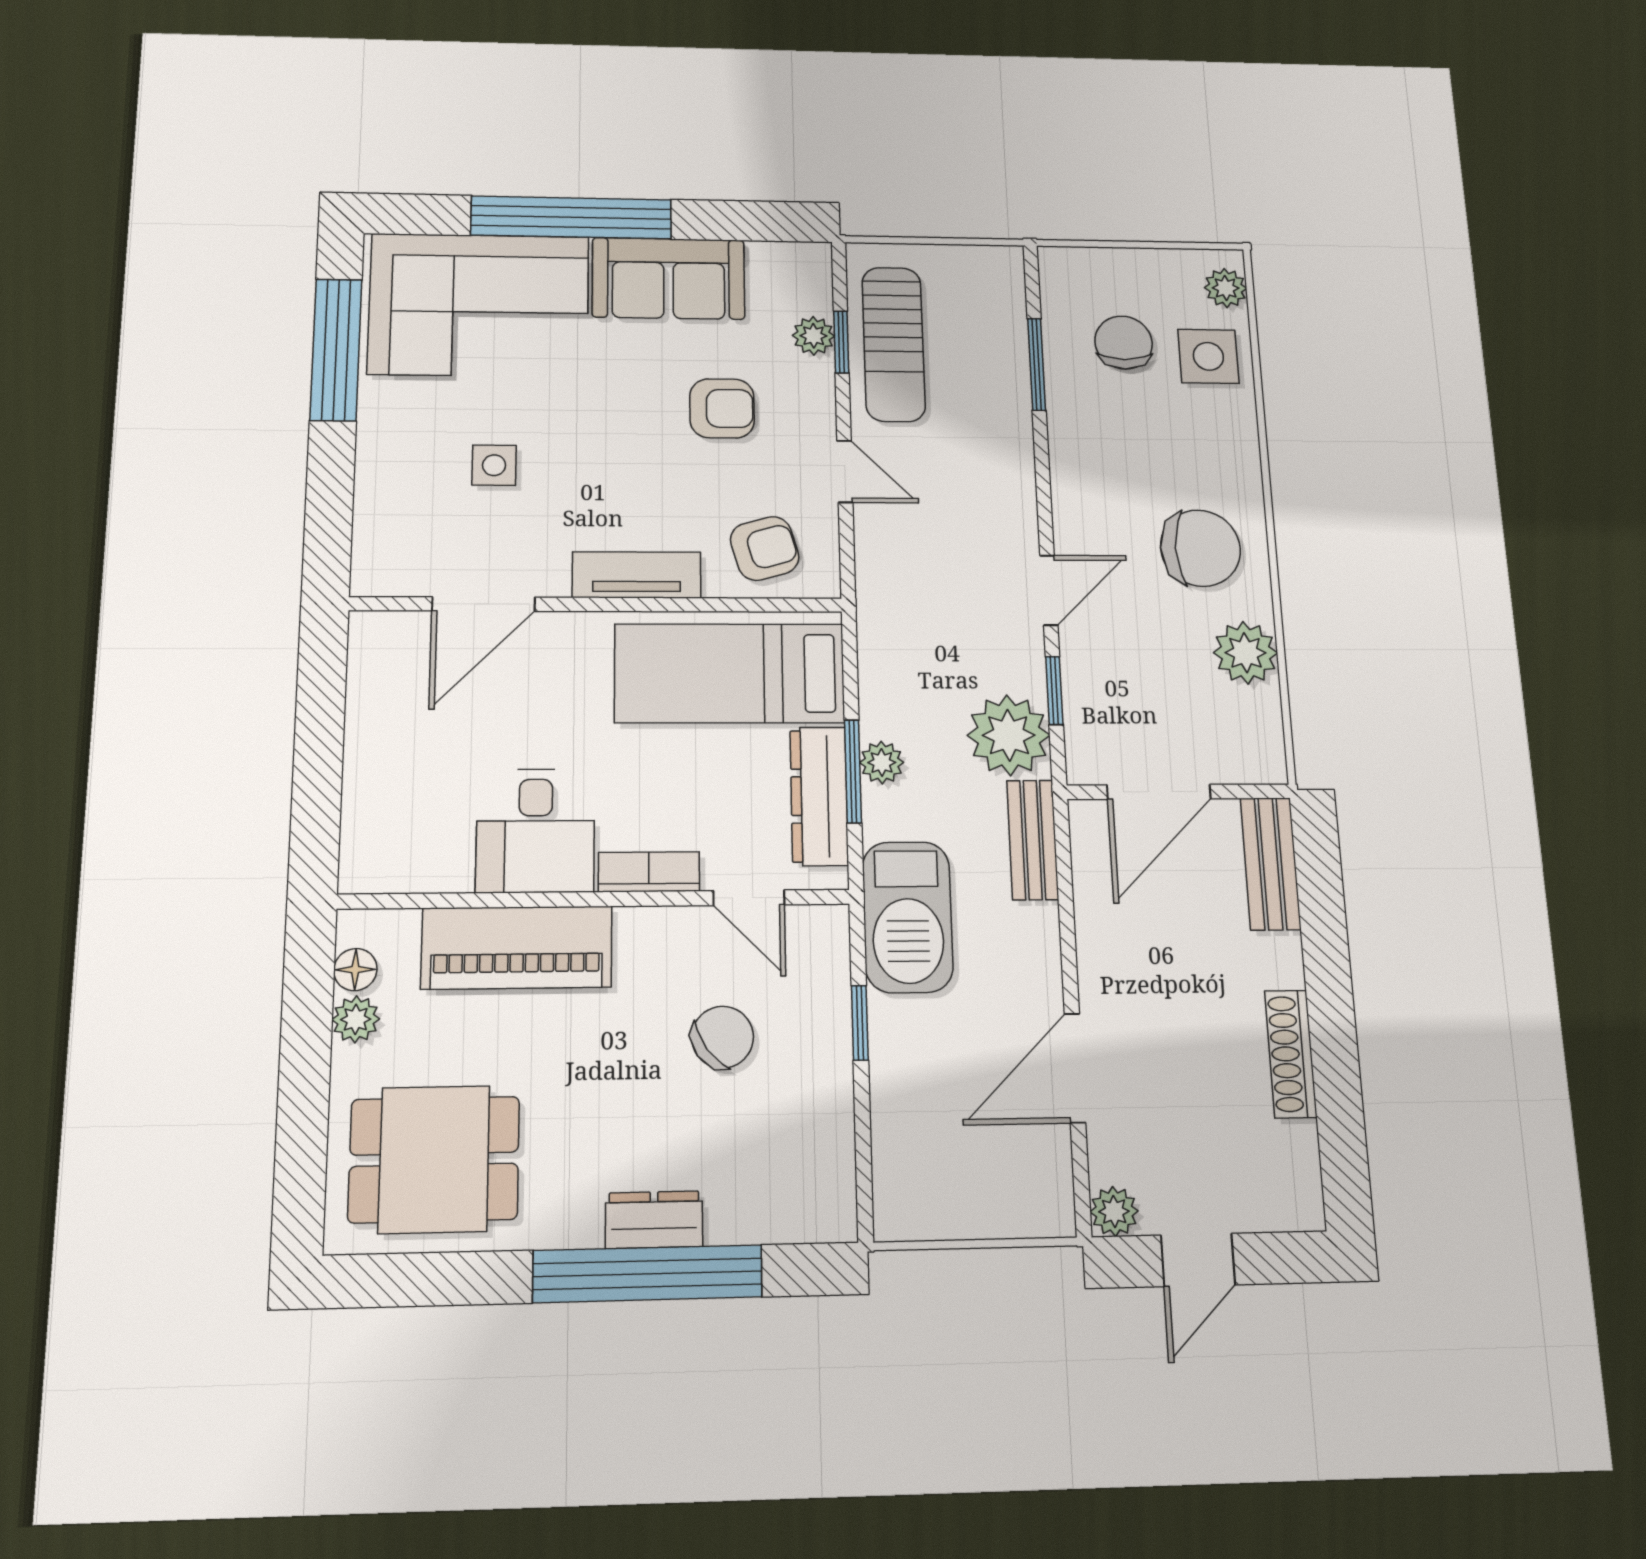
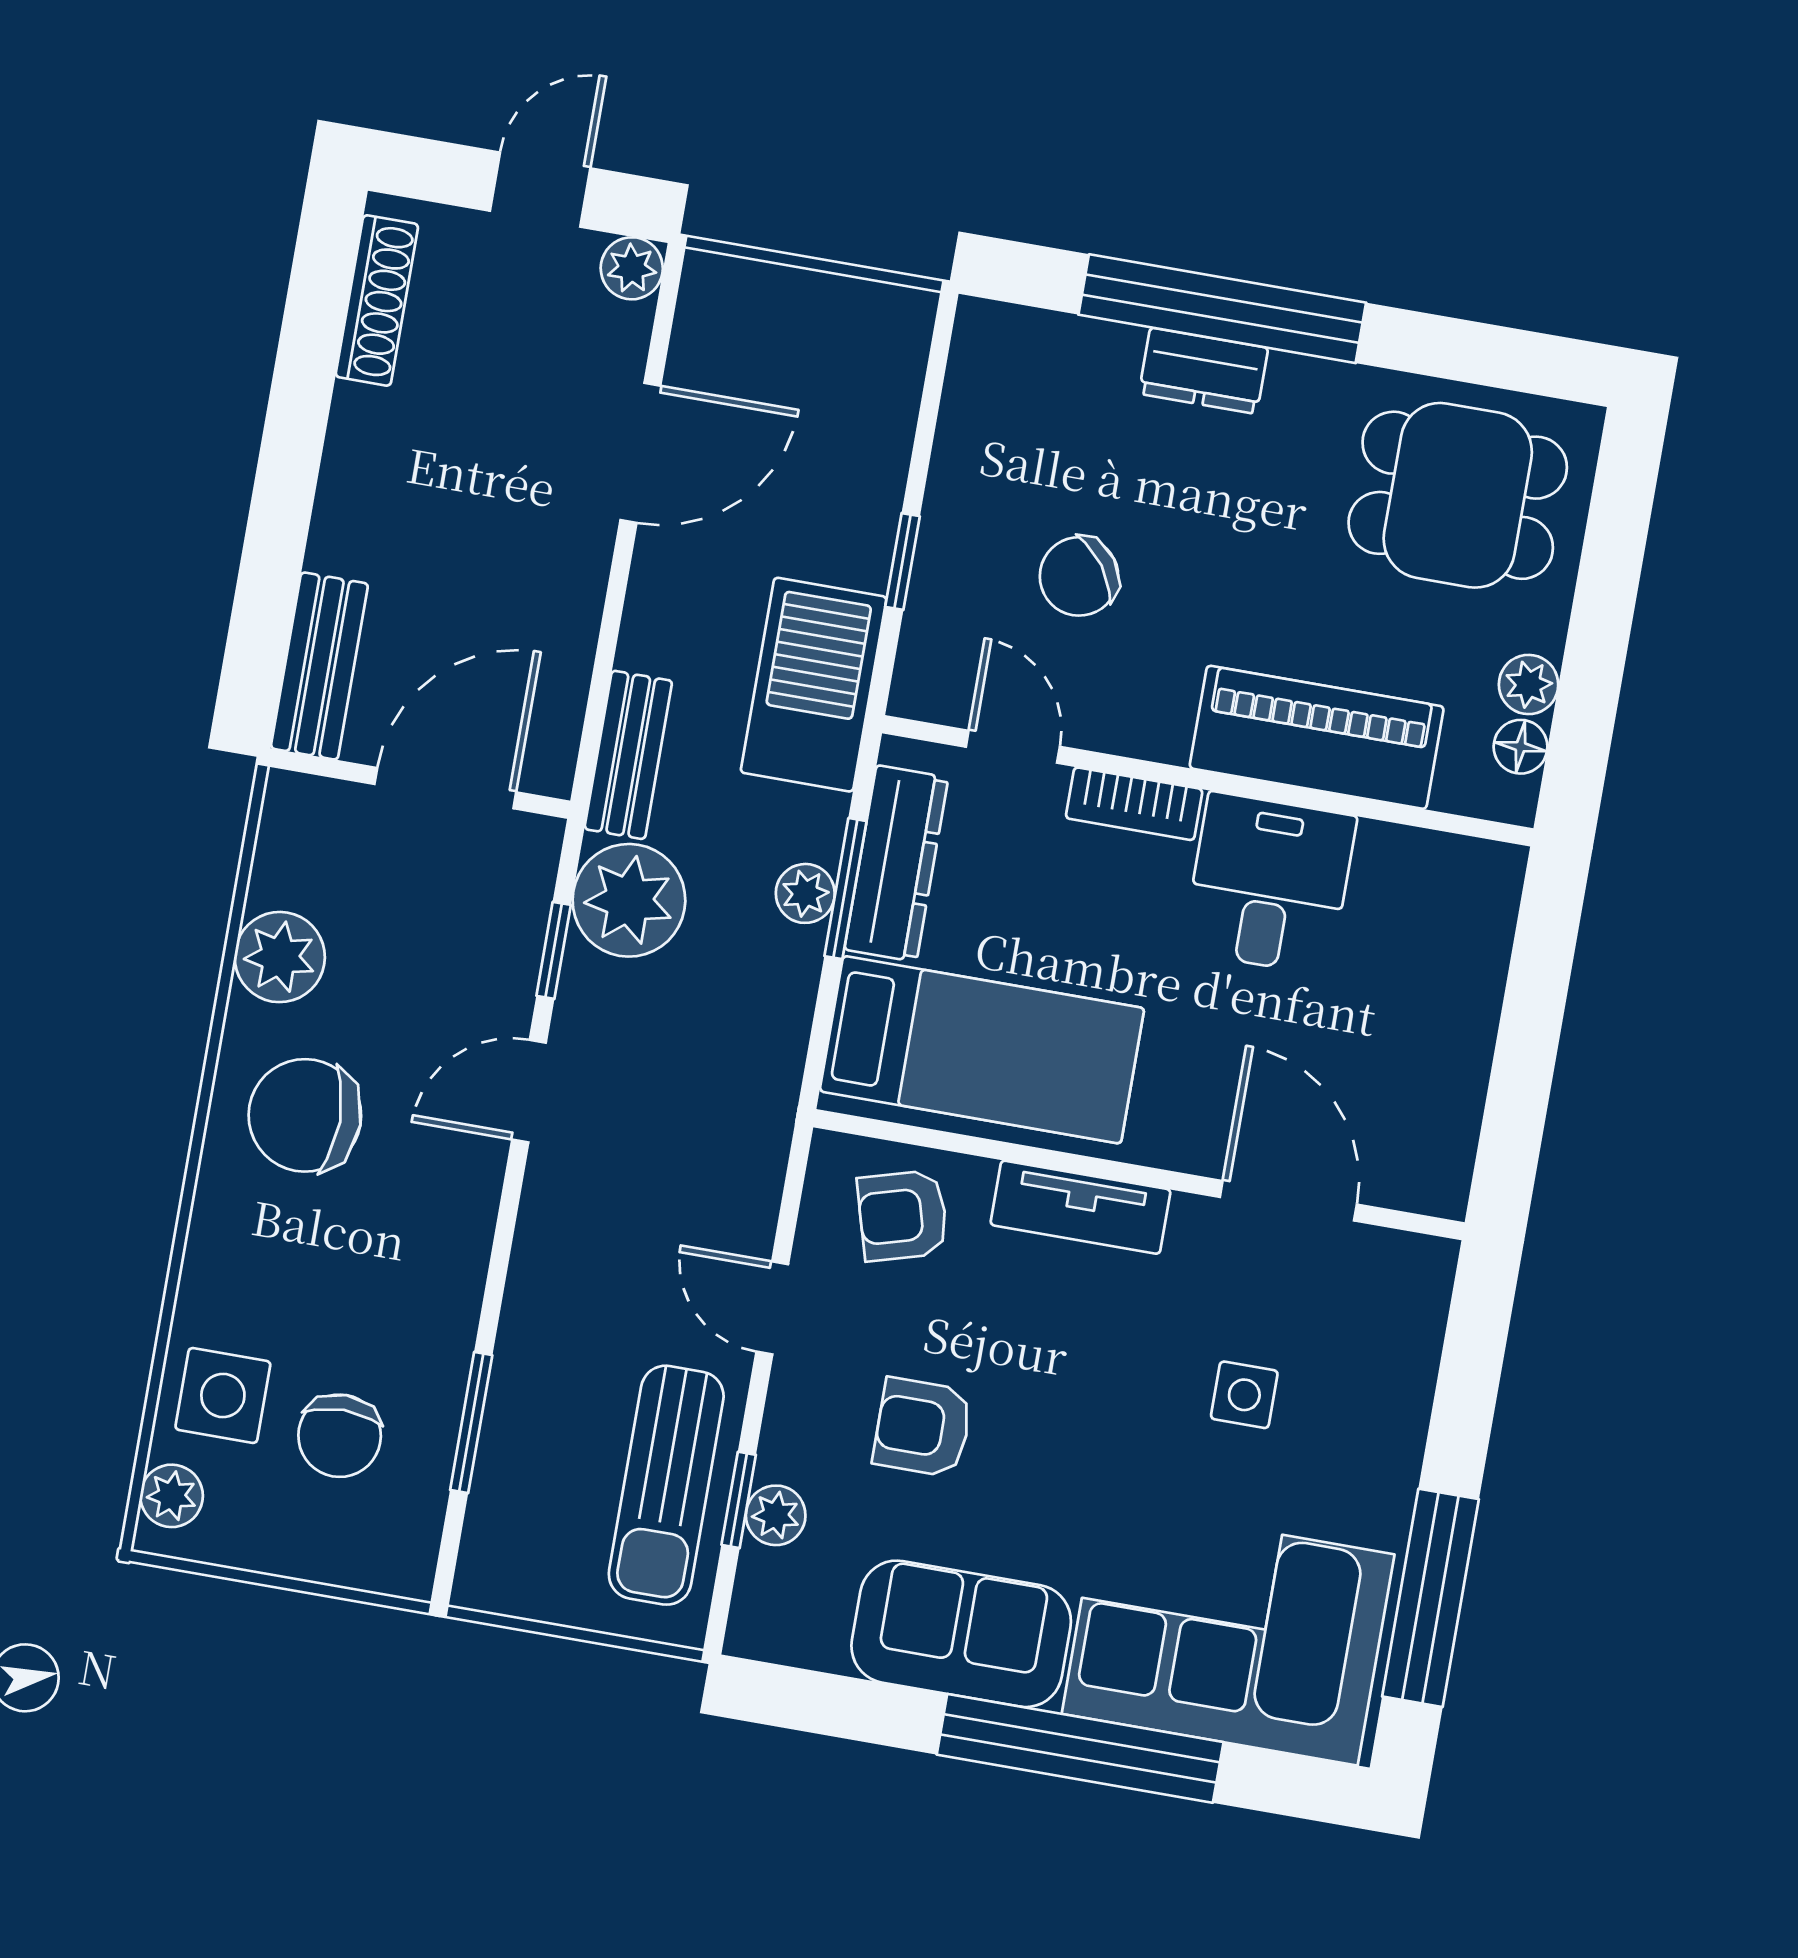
sun lounger: (894, 344) -> (666, 1485), turned 180
door: (484, 604) -> (1288, 1201), hinge flipped
shoe rack: (1291, 1054) -> (377, 300), moved

